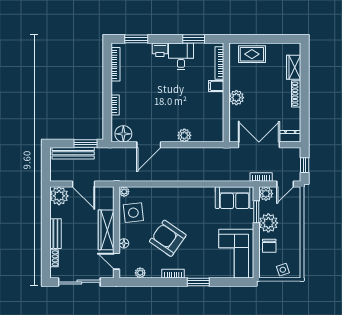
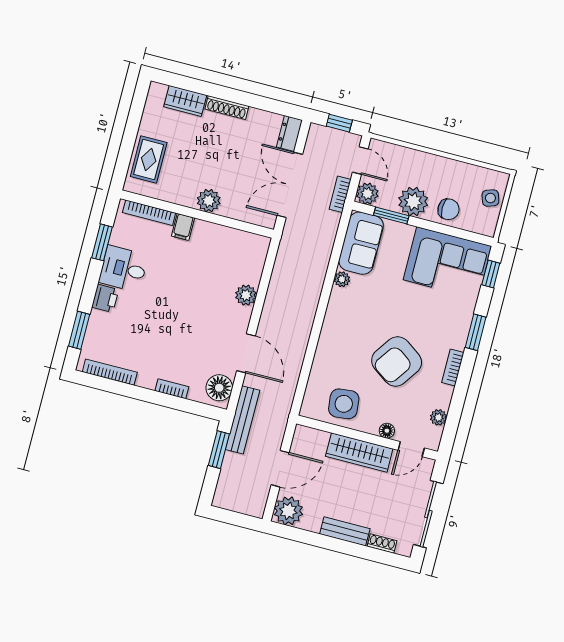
bench: (73, 153) -> (243, 420), moved
plant: (124, 192) -> (342, 279), moved
window: (236, 282) -> (491, 274), added

